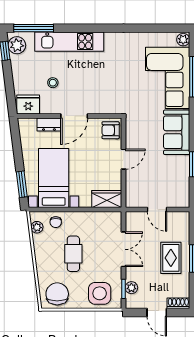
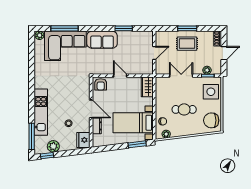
plant: (17, 45) -> (53, 146), moved

